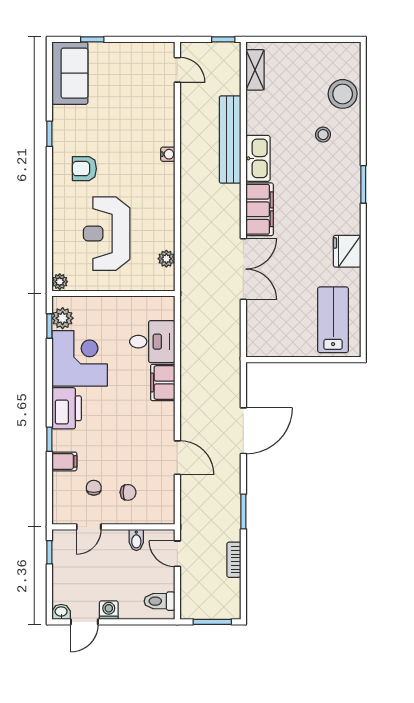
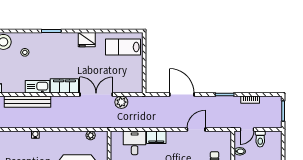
plant: (229, 317) -> (121, 102), added
toilet: (160, 601) -> (260, 139), moved

